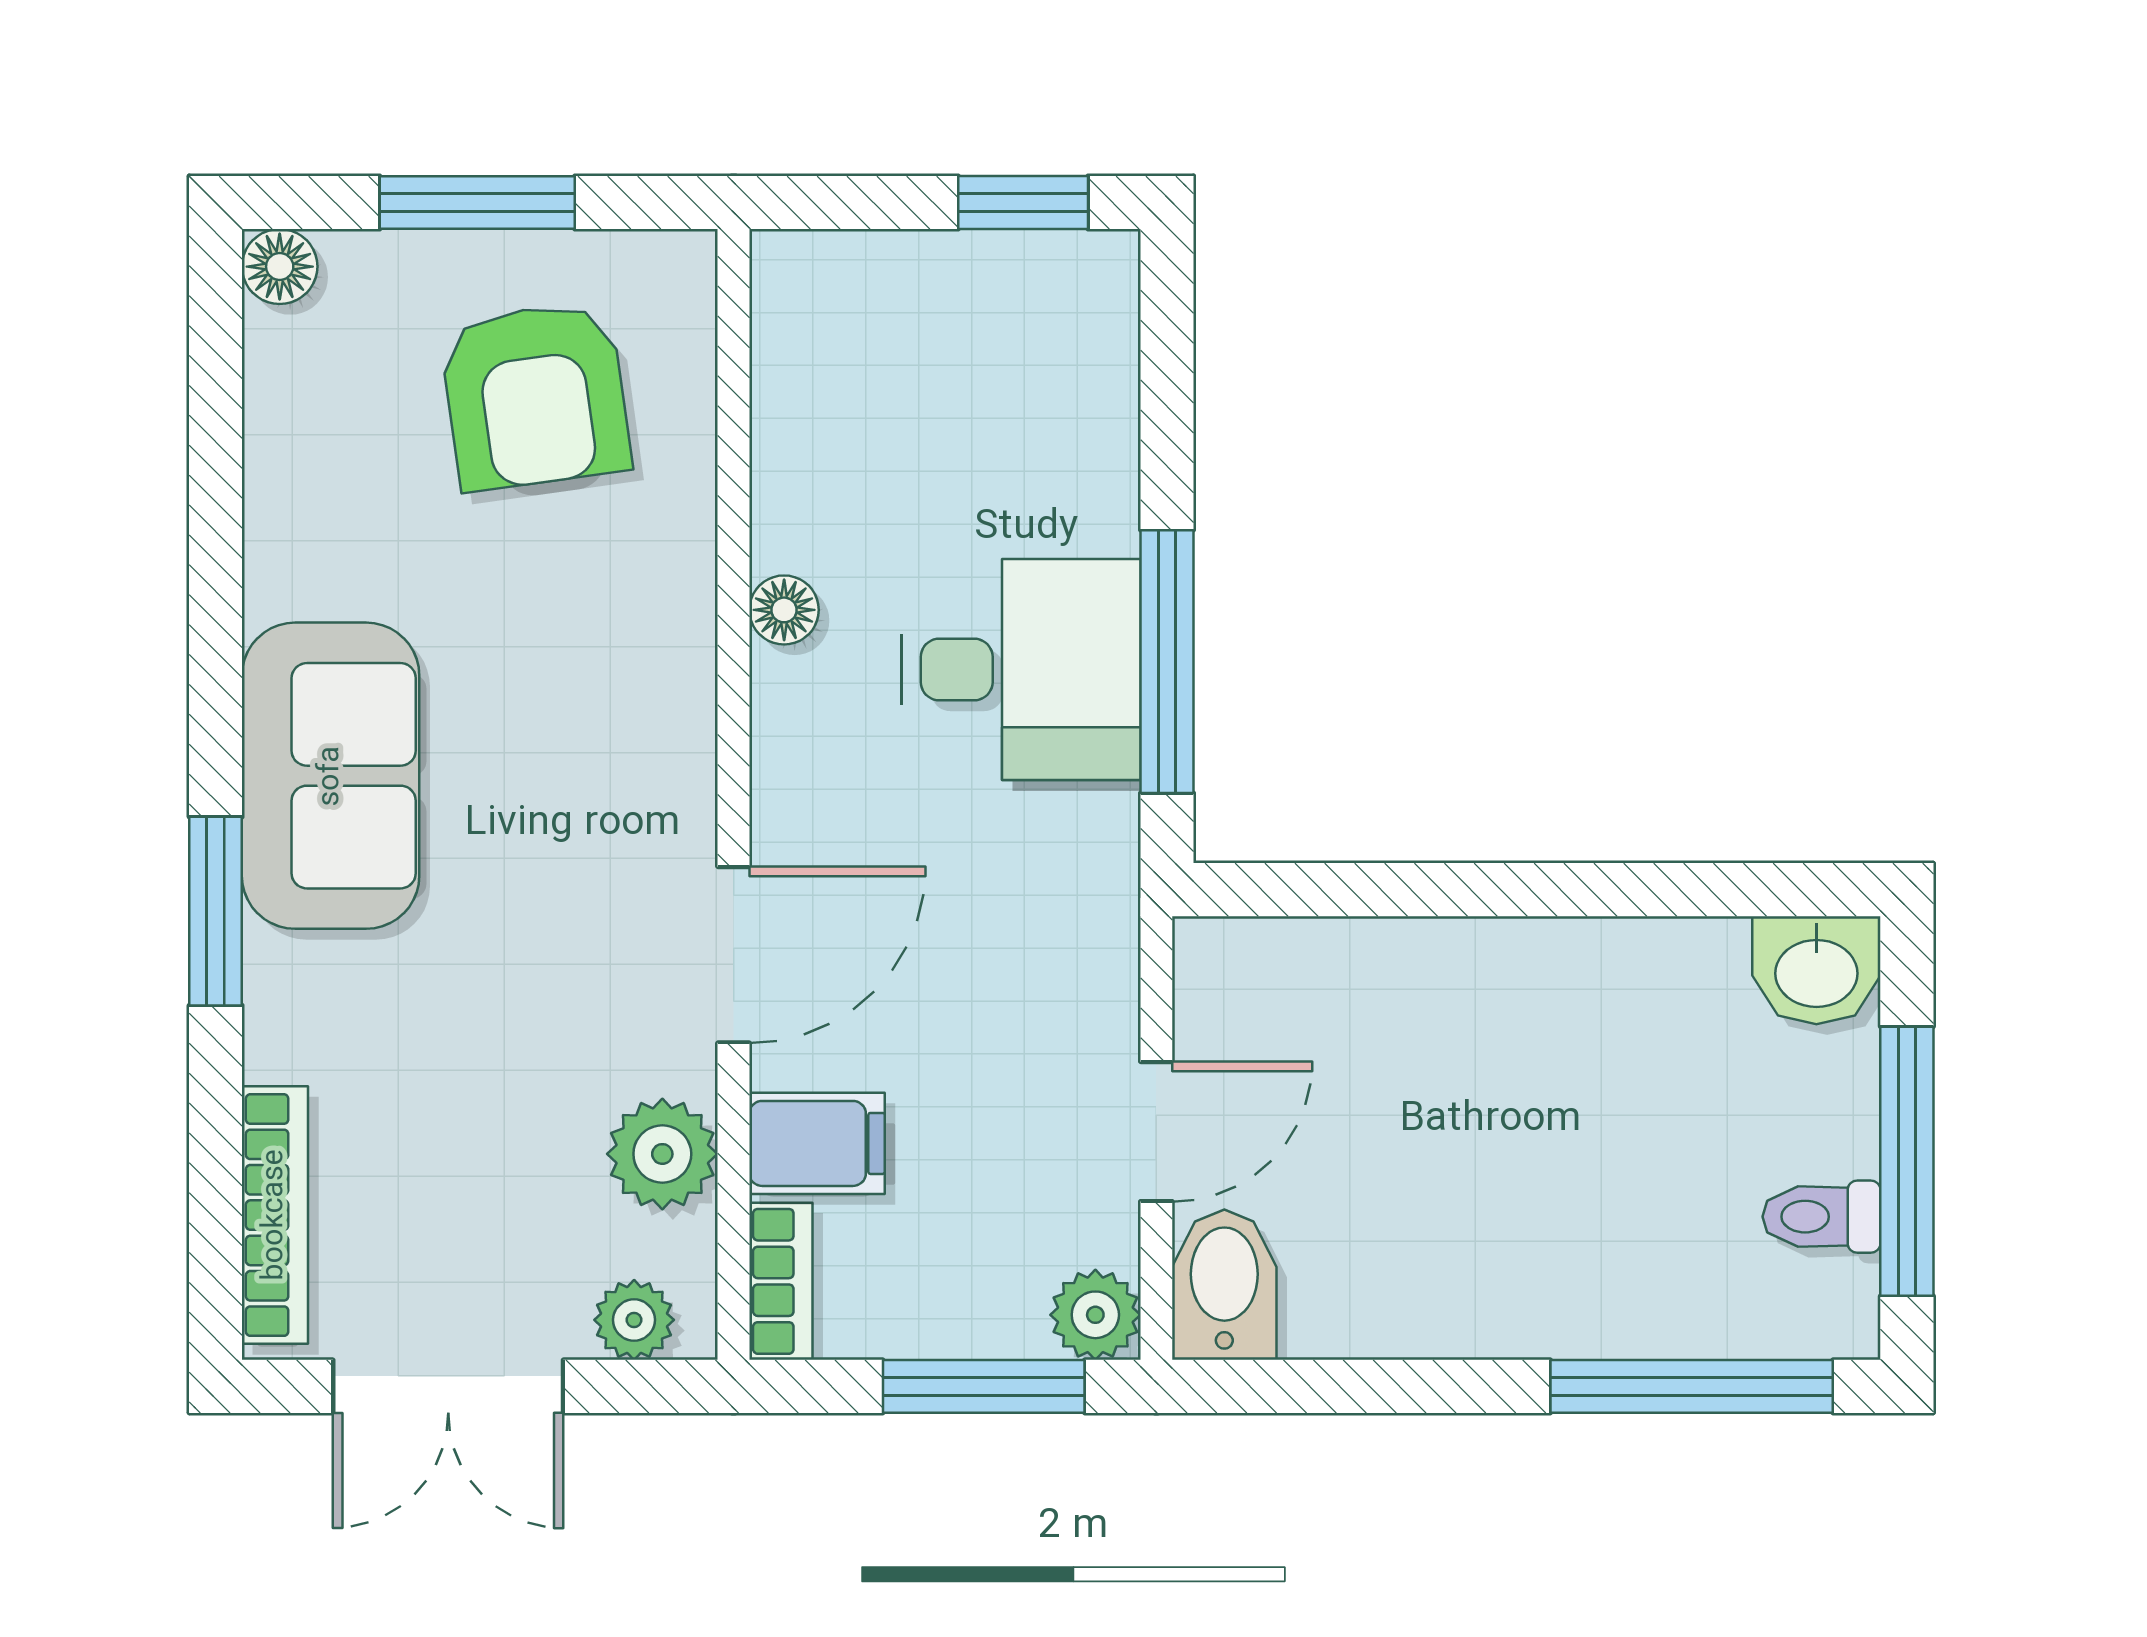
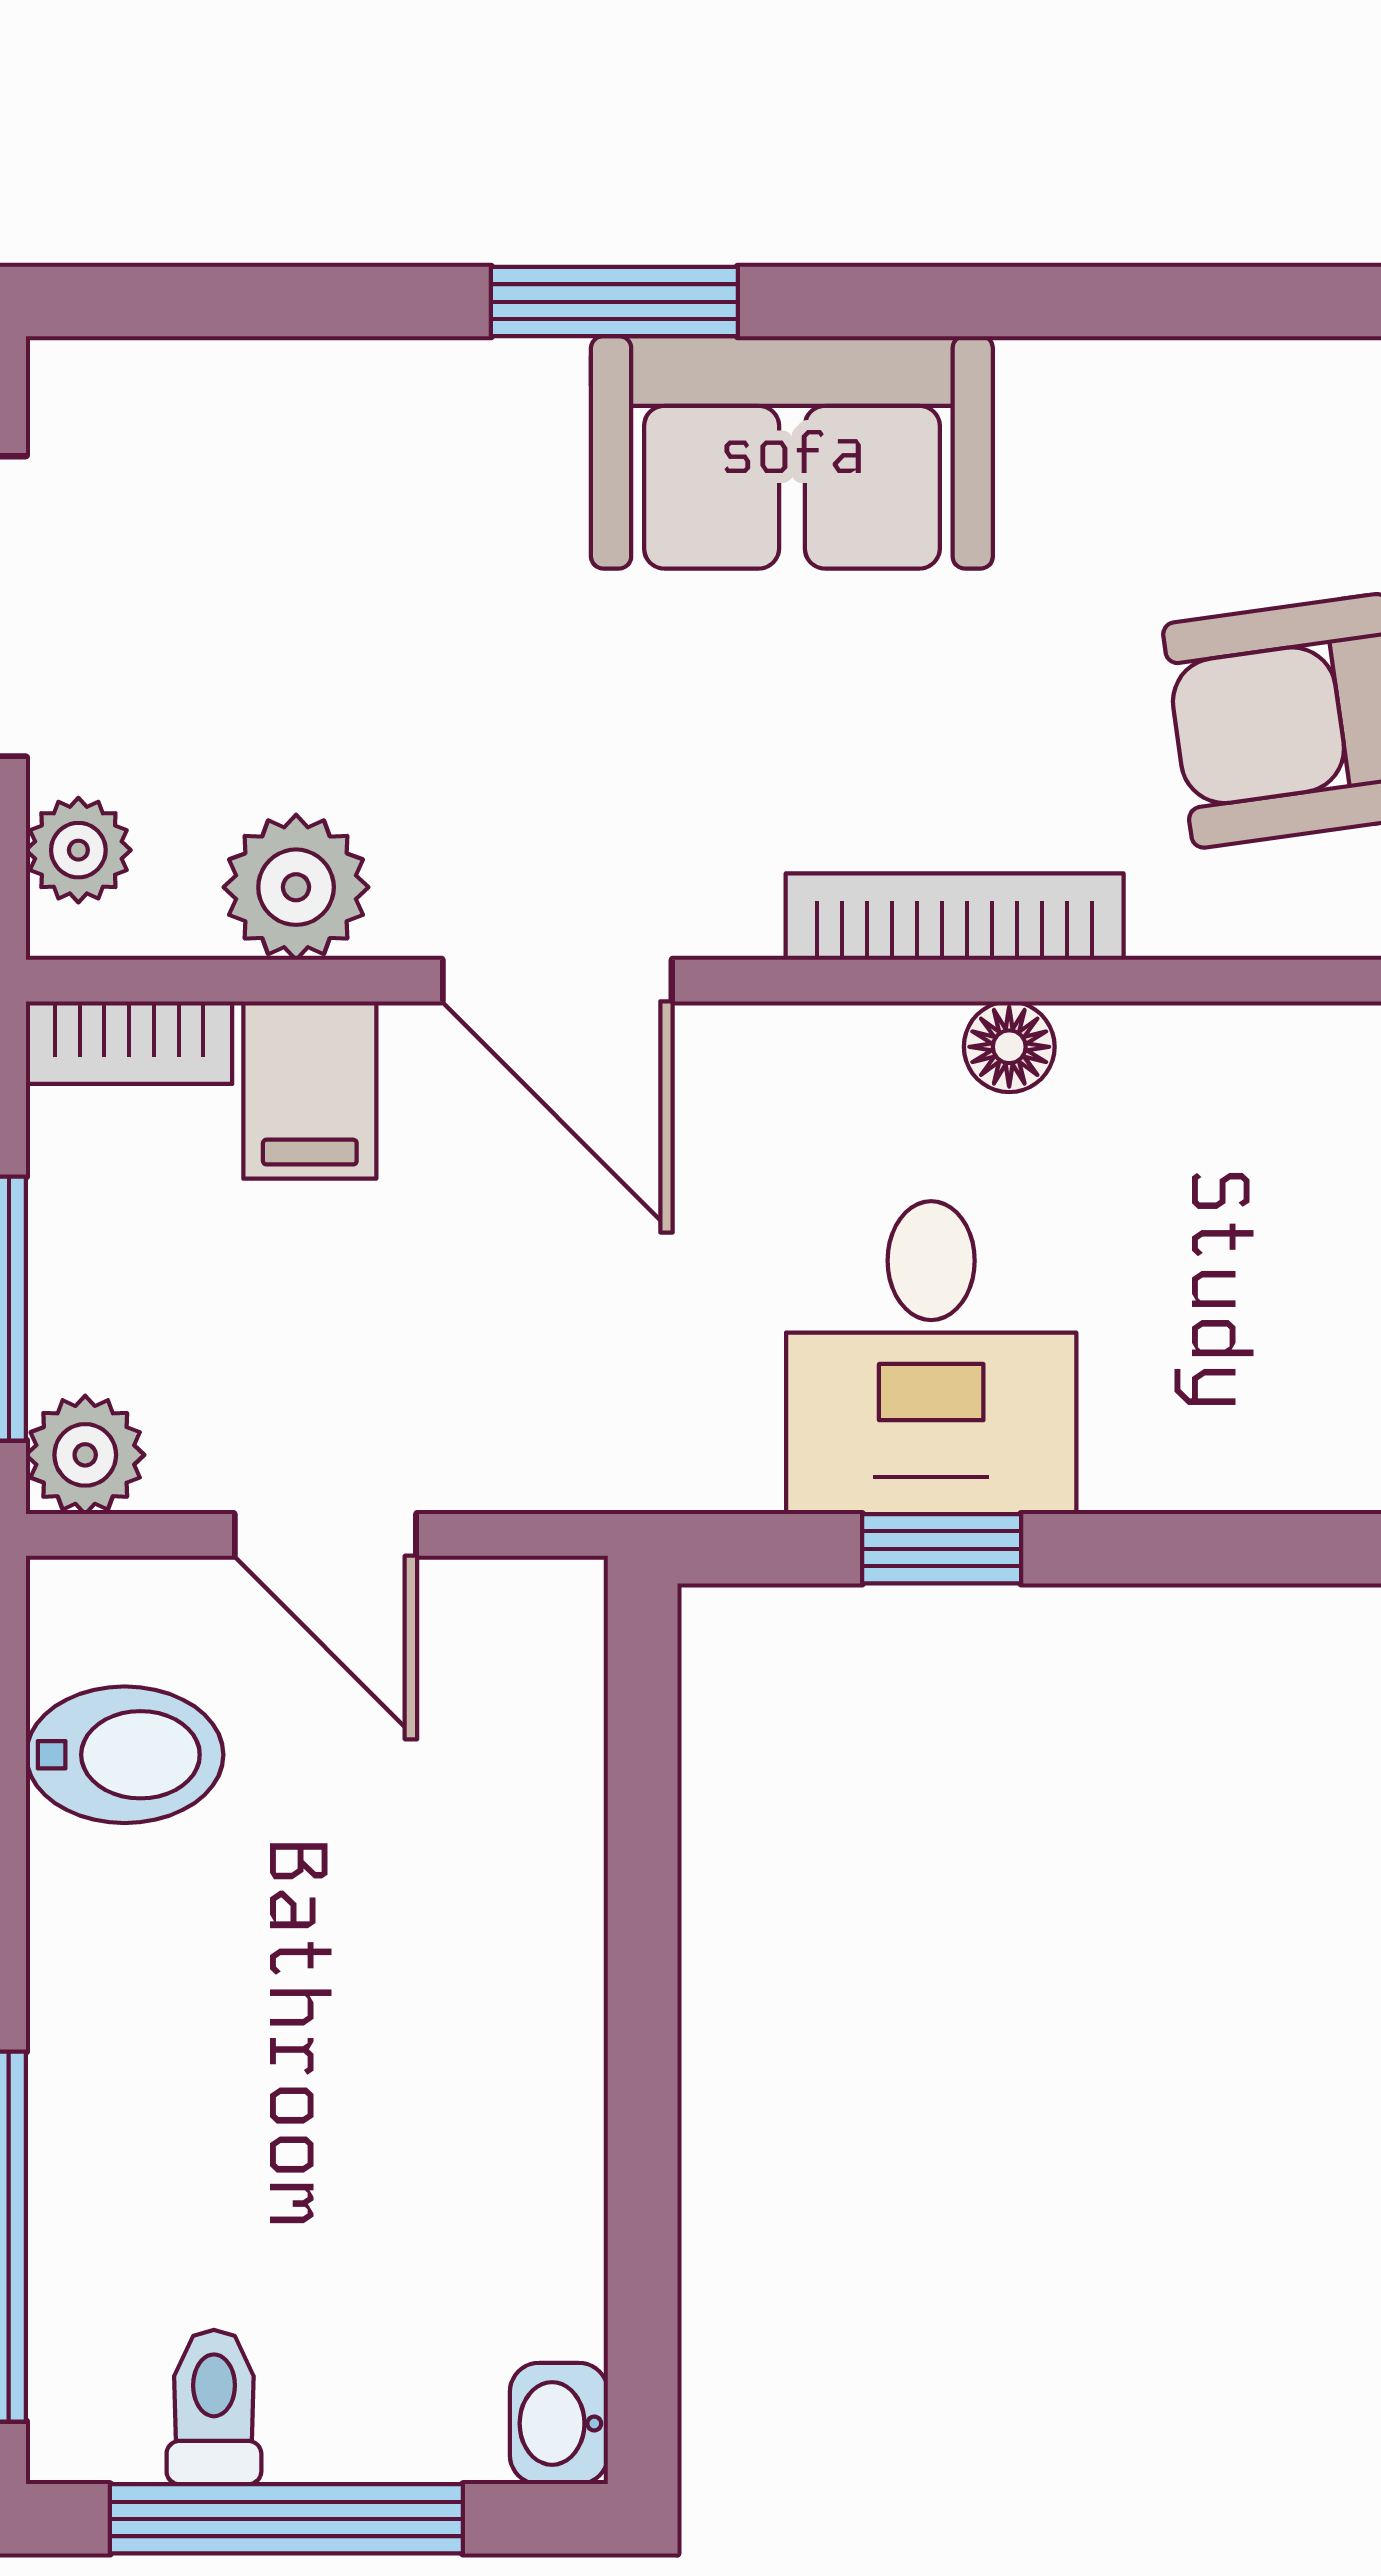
window: (1167, 662) -> (942, 1549), width x0.46
washbasin: (1816, 970) -> (559, 2423), width x0.72, depth x0.69
bookcase: (275, 1215) -> (955, 917), moved, turned 180
bidet: (1224, 1285) -> (125, 1755), moved

